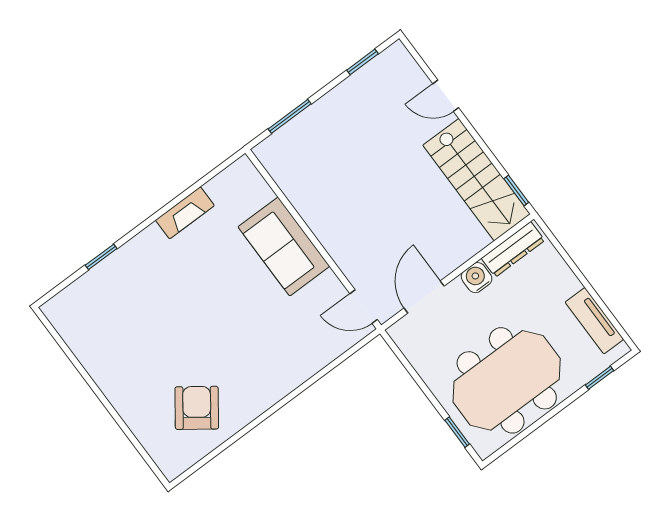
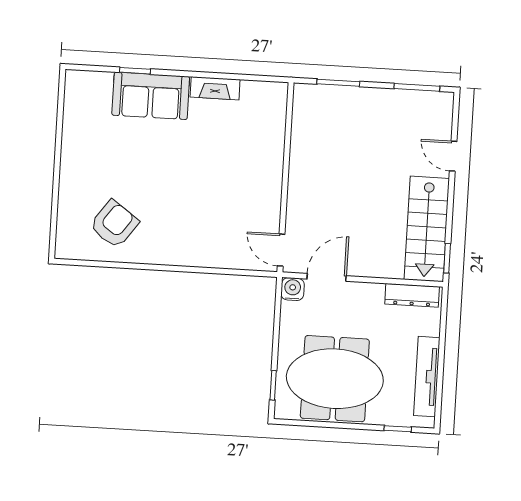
window: (363, 62) -> (417, 87), width x1.50
sofa: (284, 246) -> (151, 96), moved, turned -90
water cooler: (477, 278) -> (293, 289), moved
tv unit: (594, 321) -> (427, 377), width x1.41

